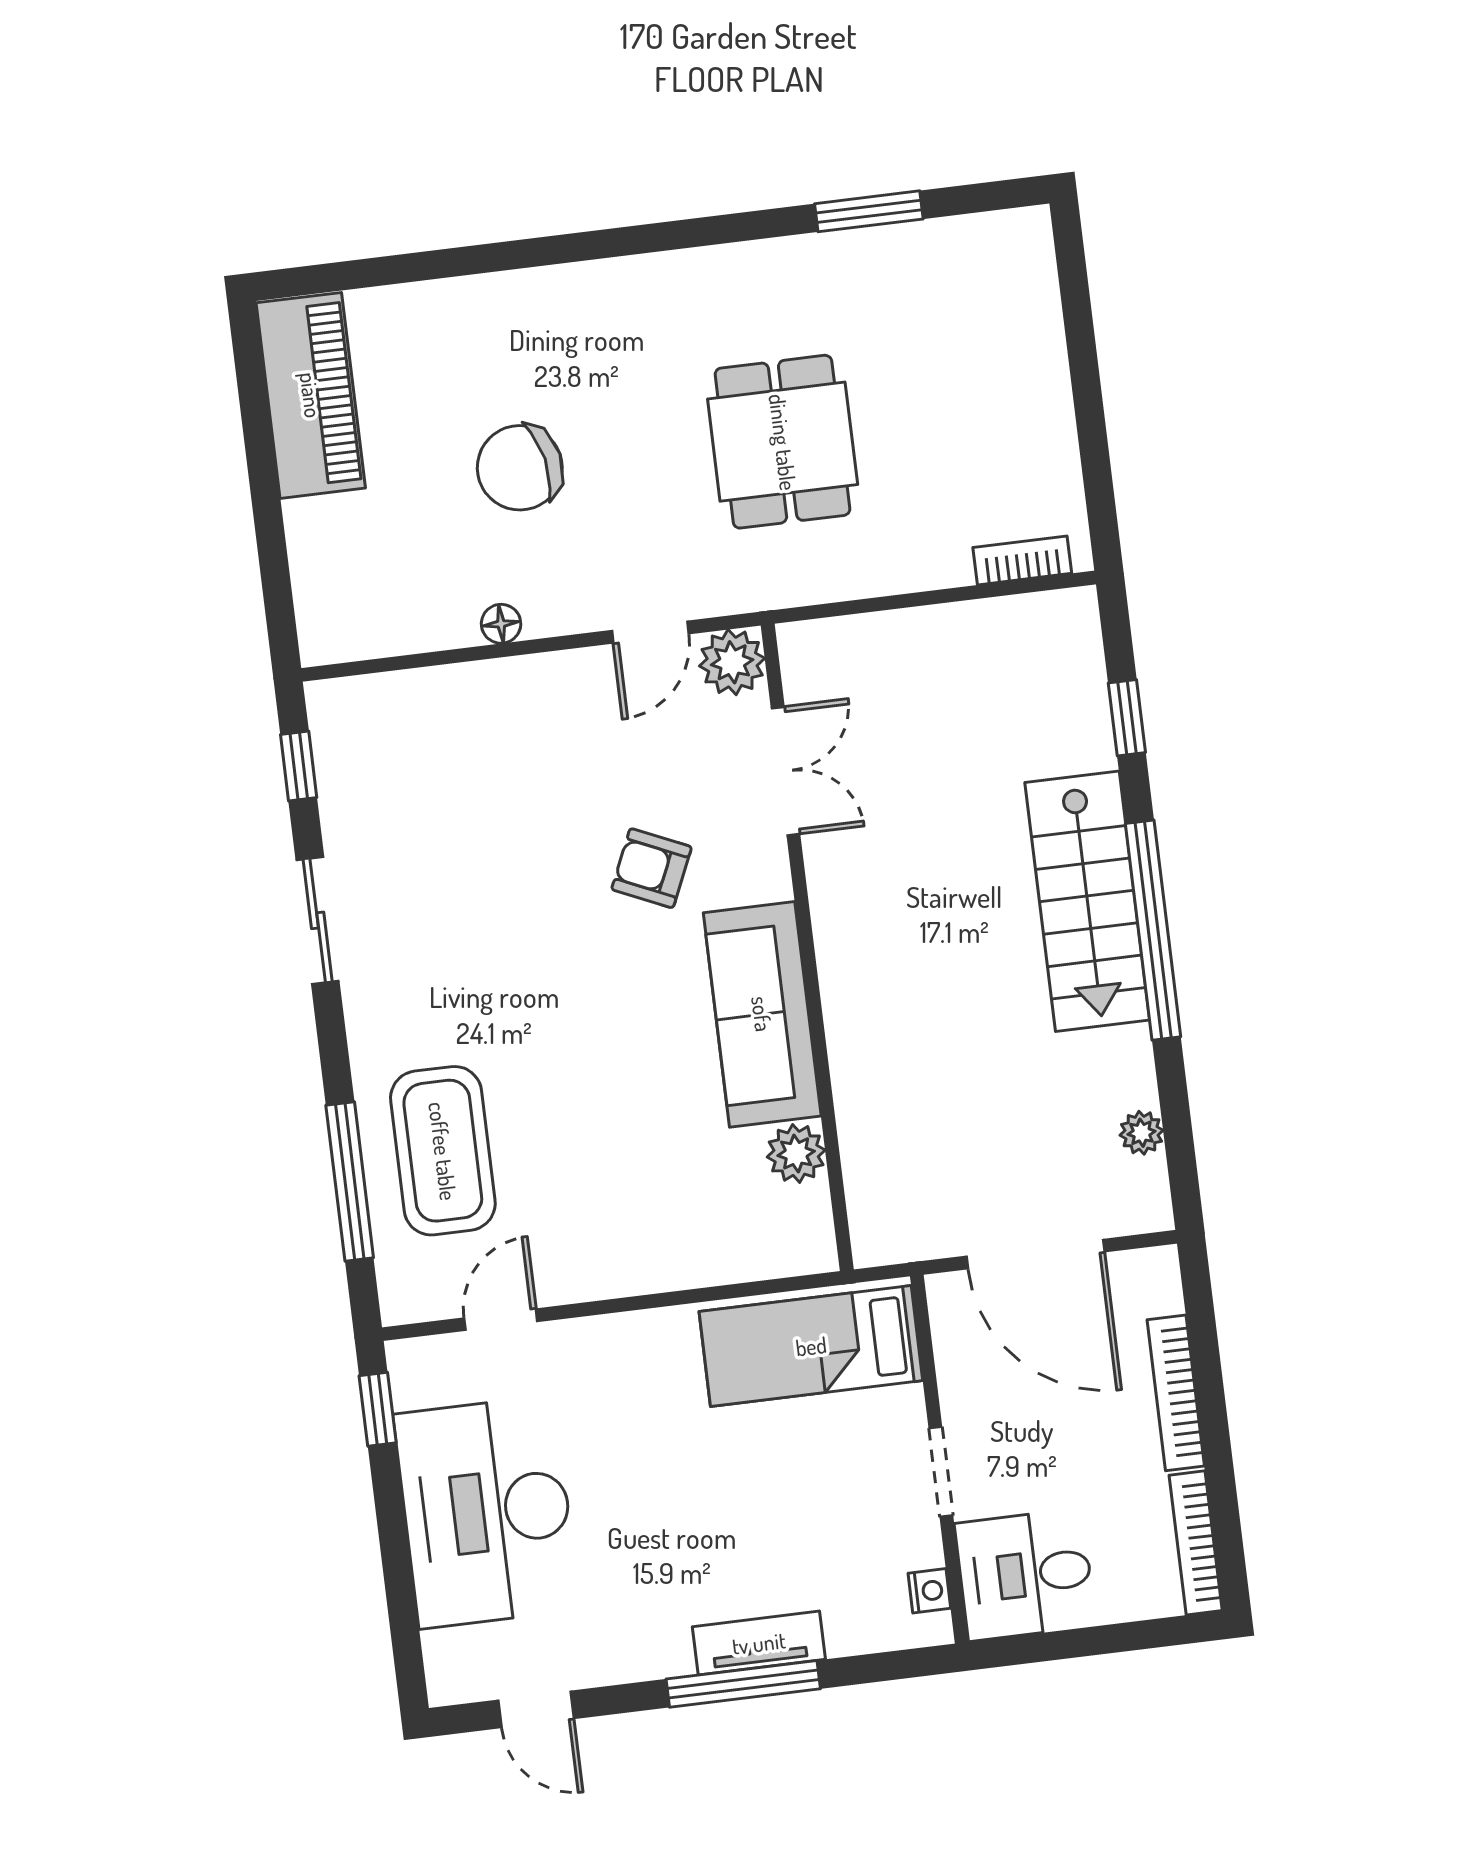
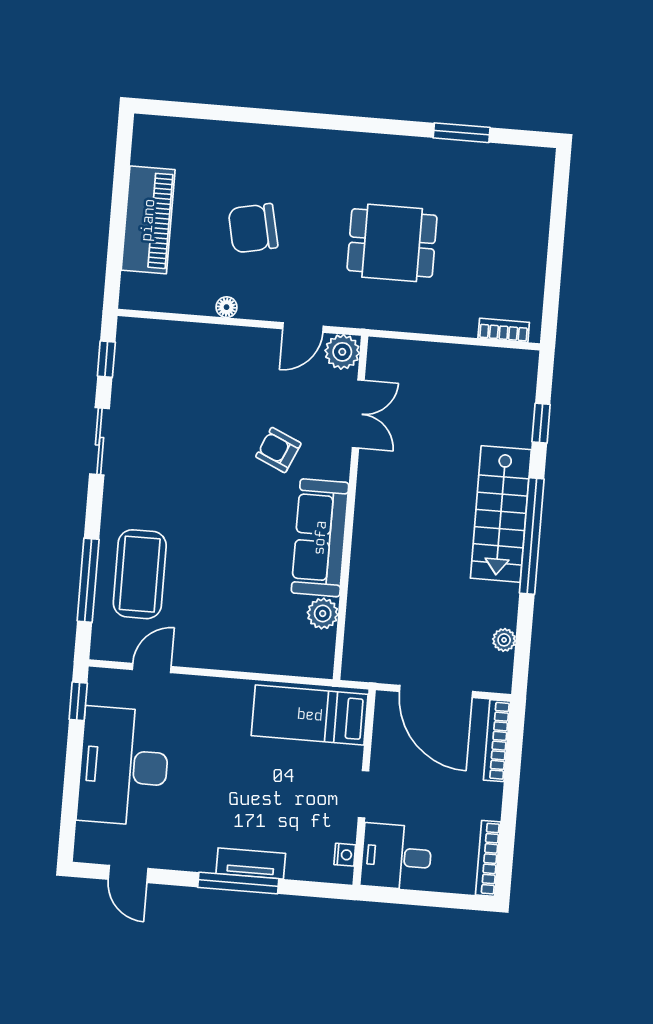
piano: (311, 395) -> (148, 220), moved
dining table: (783, 442) -> (392, 243), turned 90
bookcase: (1176, 1393) -> (497, 741), moved

